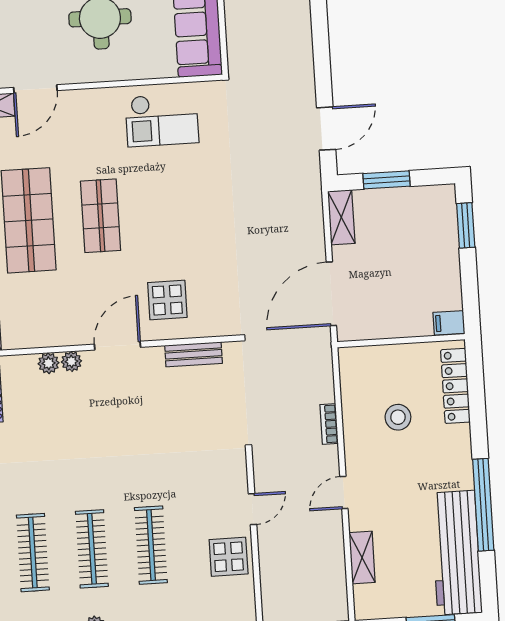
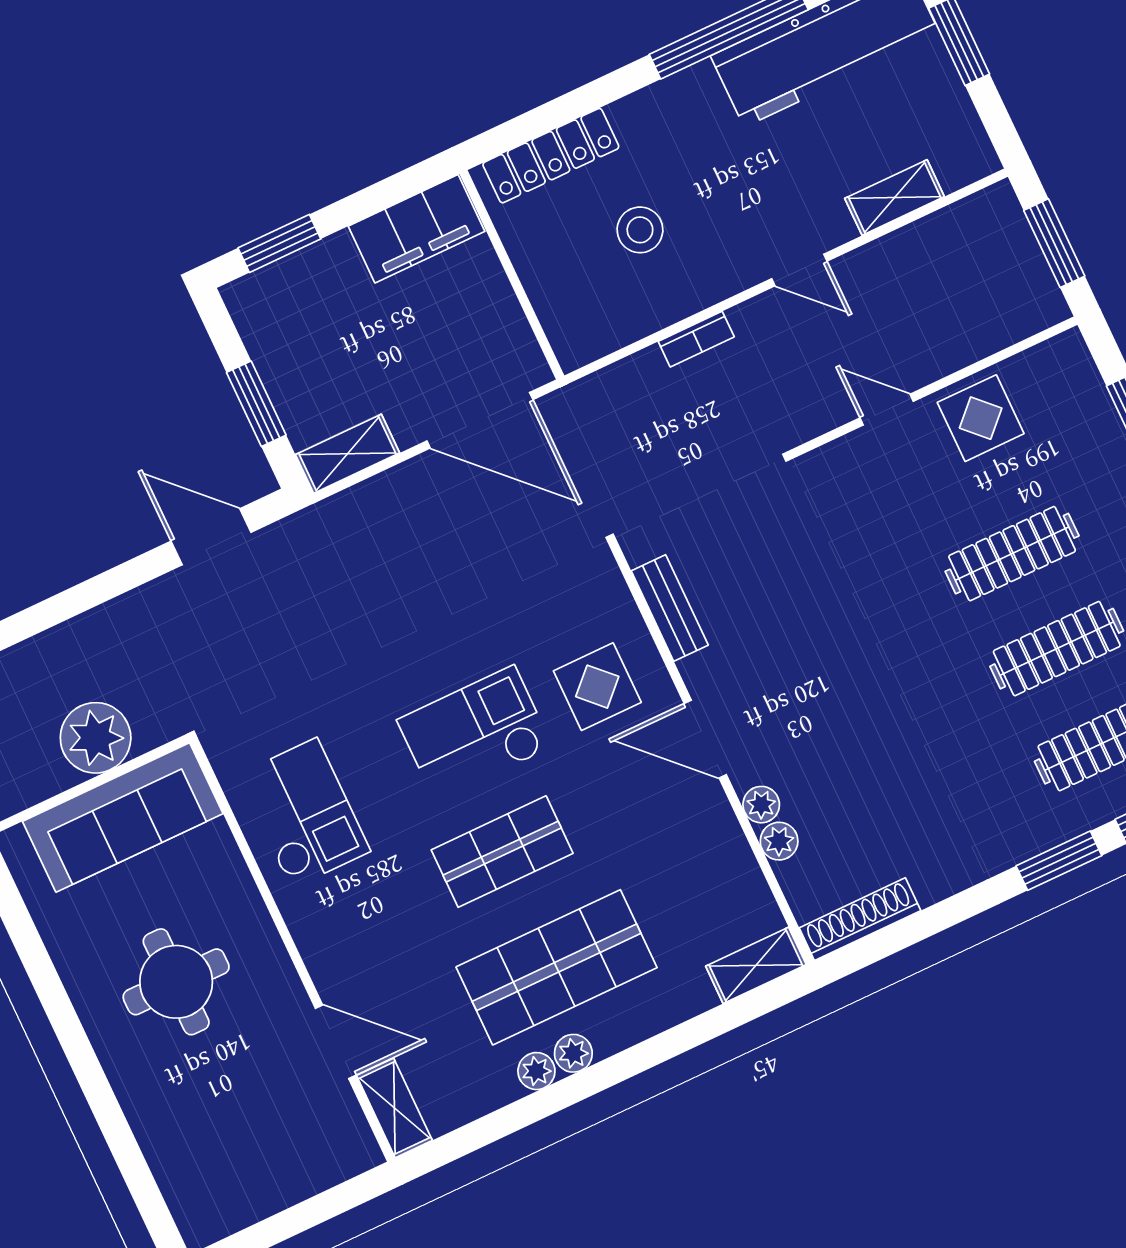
plant: (245, 26) -> (96, 738), added
checkout: (168, 226) -> (475, 733), added
filing cabinet: (449, 323) -> (417, 229), width x3.00, depth x1.17

